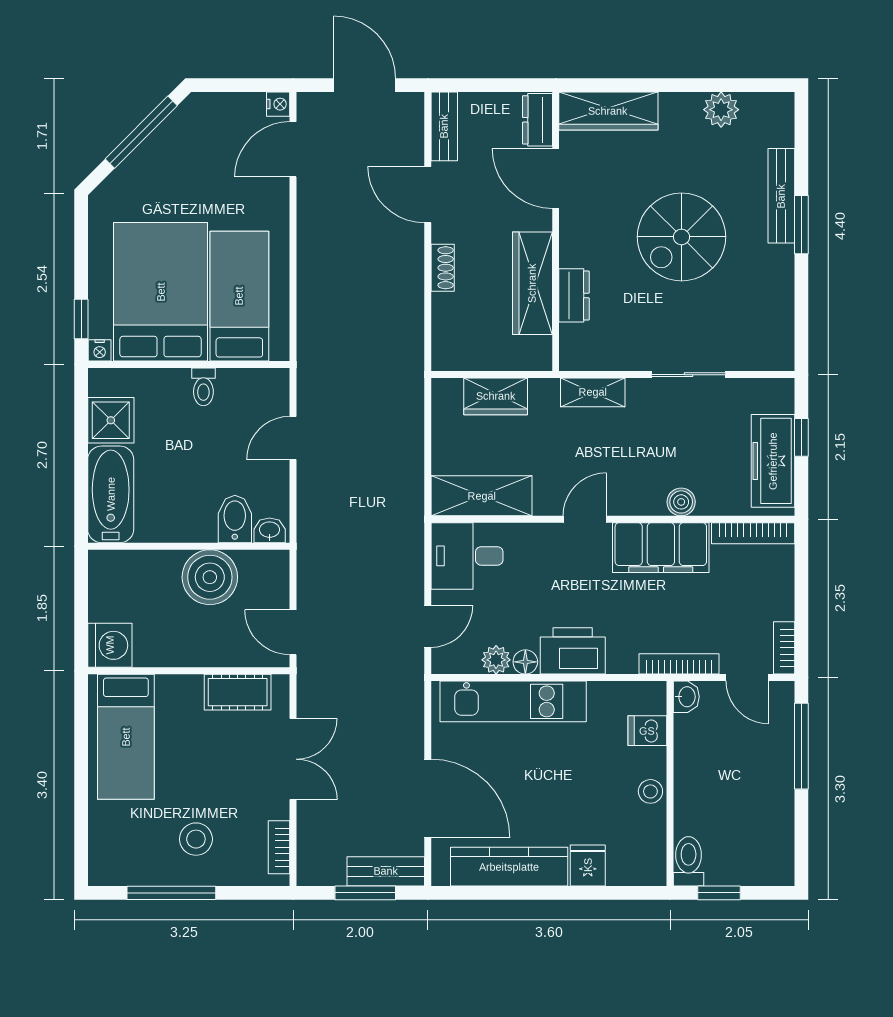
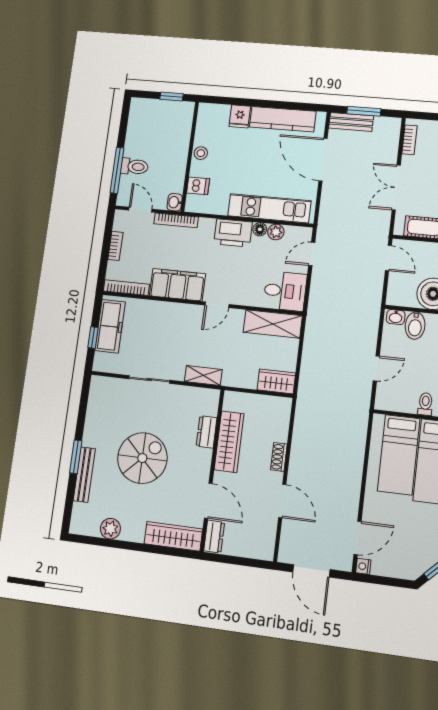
bench: (444, 126) -> (268, 540), removed
wardrobe: (496, 396) -> (276, 381), moved
boiler: (681, 502) -> (163, 309), removed
bookcase: (784, 648) -> (115, 246), moved
toilet: (689, 861) -> (134, 167), moved, turned -90

